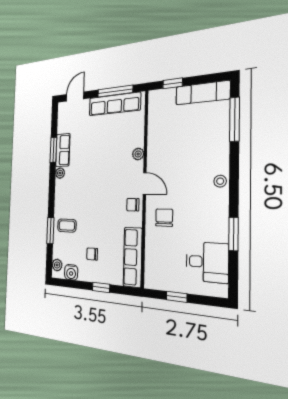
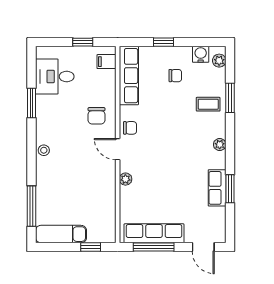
door: (75, 97) -> (203, 247), hinge flipped
plant: (60, 173) -> (220, 144), moved
filing cabinet: (153, 273) -> (106, 62), added

